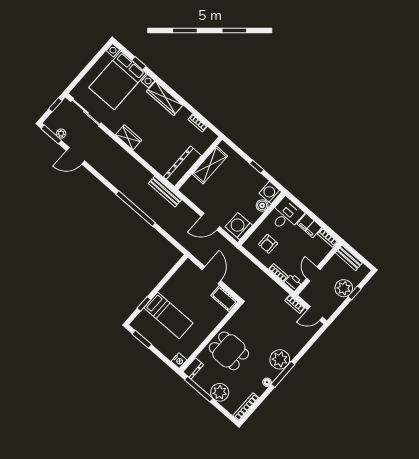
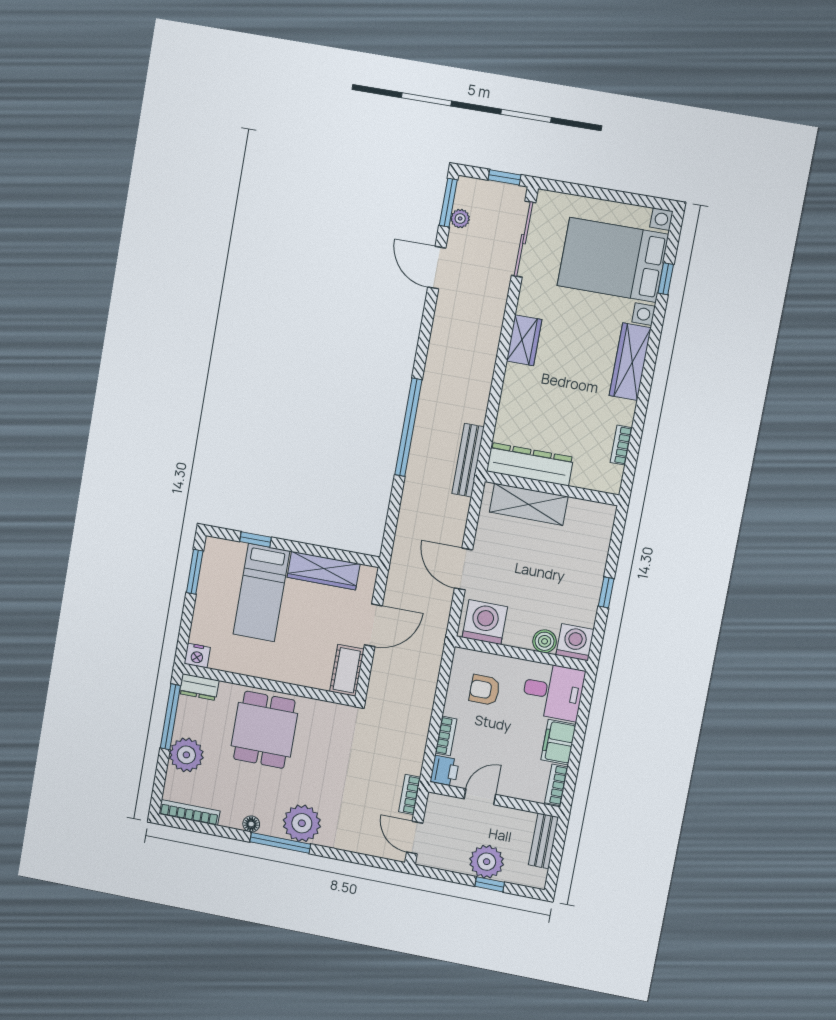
shelving: (210, 165) -> (529, 504), moved
wardrobe: (175, 282) -> (324, 571), added

